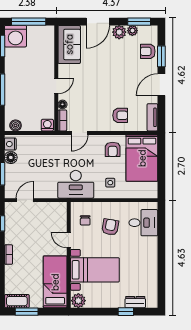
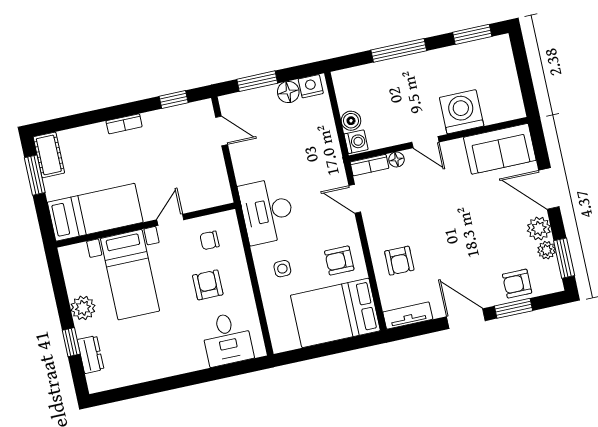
window: (29, 22) -> (524, 72), removed
washing machine: (15, 36) -> (462, 112), moved, turned 90
armchair: (148, 51) -> (517, 284), turned -90
boiler: (16, 125) -> (351, 121), moved
armchair: (110, 227) -> (208, 285), turned -100
plant: (78, 301) -> (83, 308), moved

